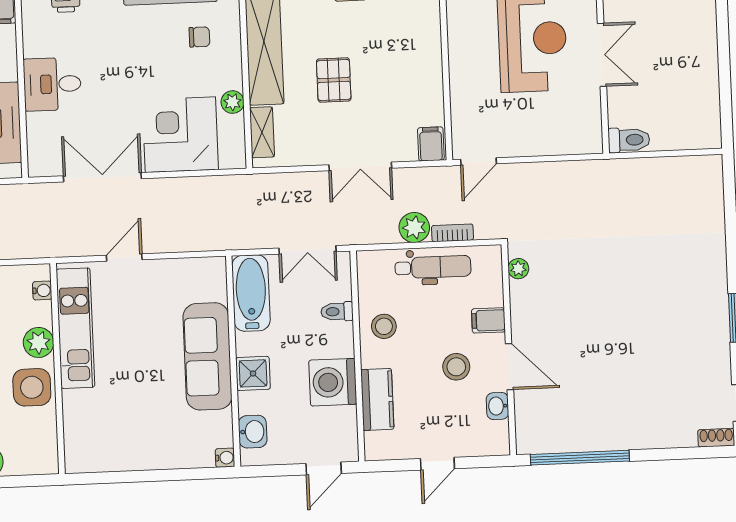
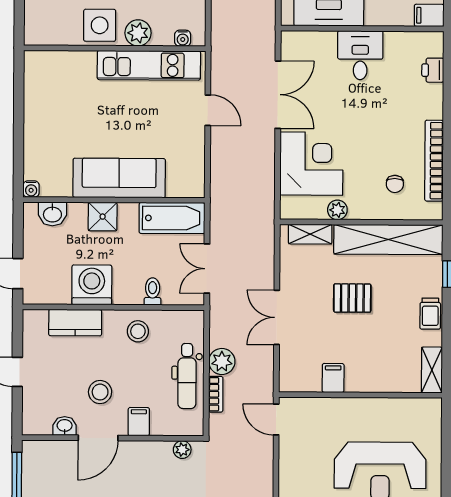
filing cabinet: (431, 144) -> (333, 378), moved, turned -90

